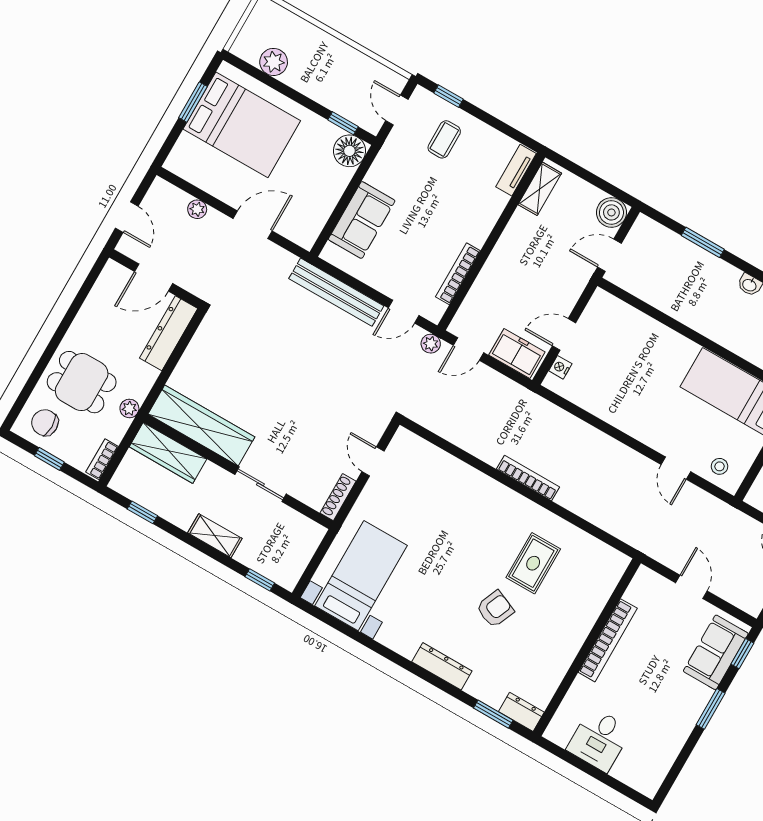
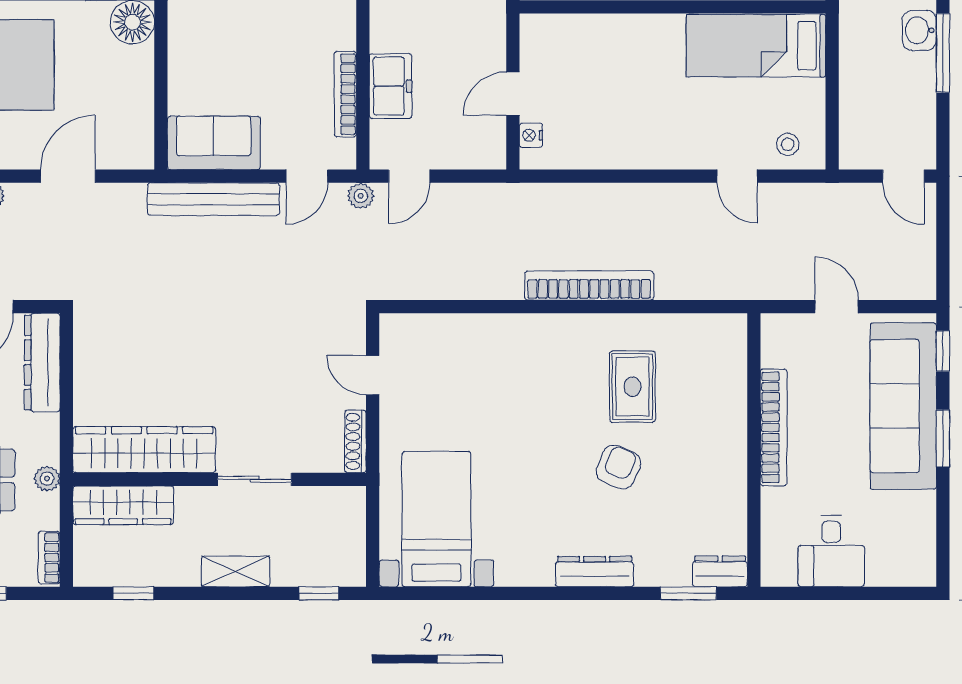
sofa: (362, 220) -> (214, 143), moved, turned -90
freezer: (517, 354) -> (391, 86), moved, turned 90
bookcase: (528, 478) -> (589, 285), width x1.48, depth x1.31
sofa: (716, 652) -> (903, 406), width x1.85, depth x1.27

